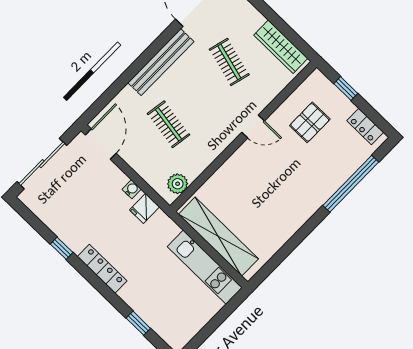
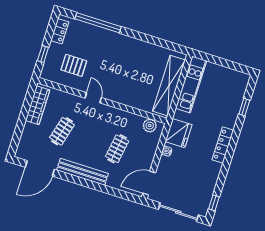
fridge: (144, 208) -> (178, 133), width x1.88, depth x1.34
window: (62, 248) -> (214, 203), moved

